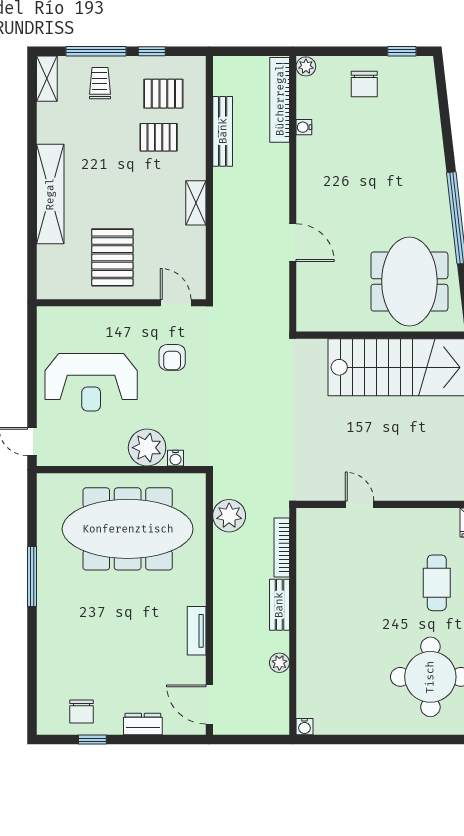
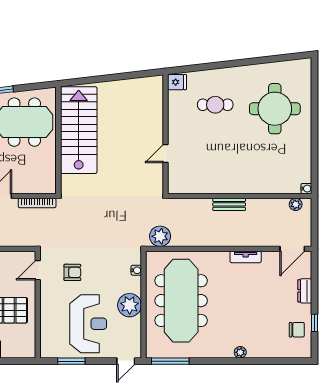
window: (32, 356) -> (71, 361), added
plant: (147, 448) -> (130, 305), moved
plant: (229, 516) -> (160, 236), moved
bookcase: (282, 548) -> (37, 203), moved
window: (32, 576) -> (170, 361), moved
plant: (46, 622) -> (240, 352), added
plant: (279, 663) -> (296, 204), moved

